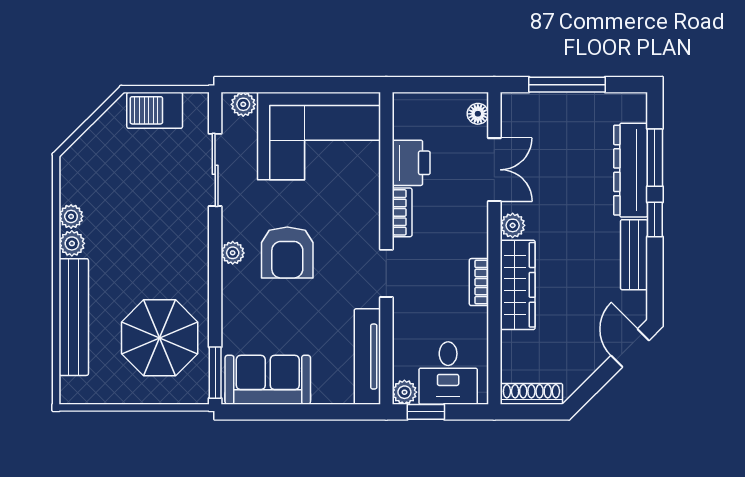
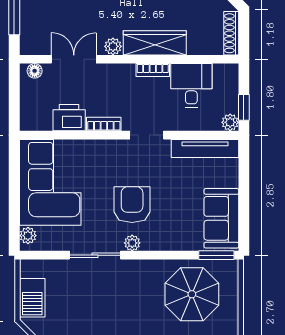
sliding door: (215, 170) -> (95, 255), moved
armchair: (287, 253) -> (132, 205), turned -90
desk: (448, 373) -> (191, 85), moved, turned -90

